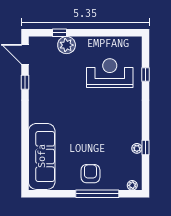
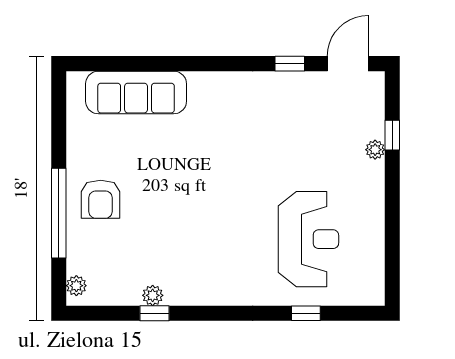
plant: (67, 45) -> (375, 150), width x0.53, depth x0.53
sofa: (42, 156) -> (136, 92), width x0.74, depth x0.79
armchair: (90, 174) -> (101, 199), turned 90

